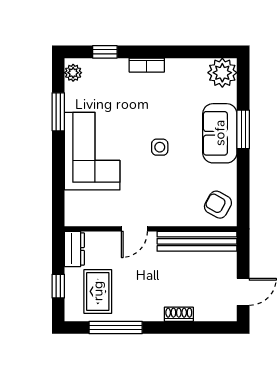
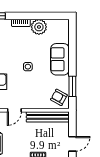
plant: (222, 73) -> (39, 27), moved
window: (243, 129) -> (72, 86), moved

